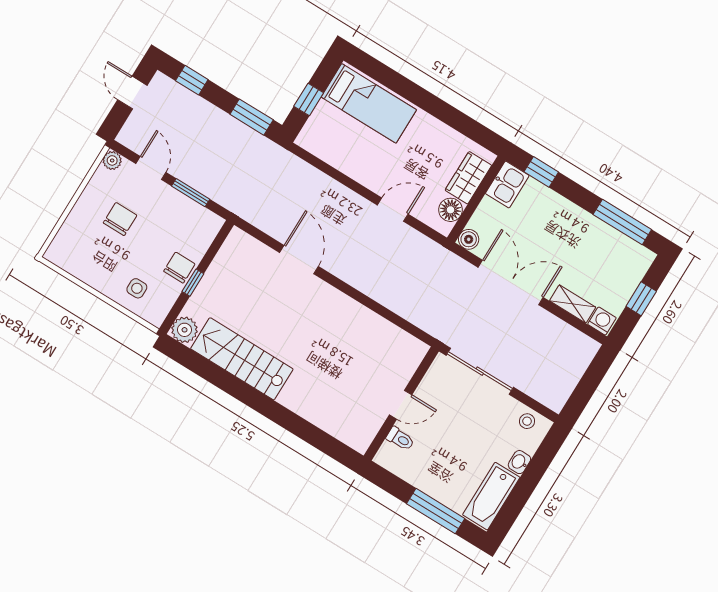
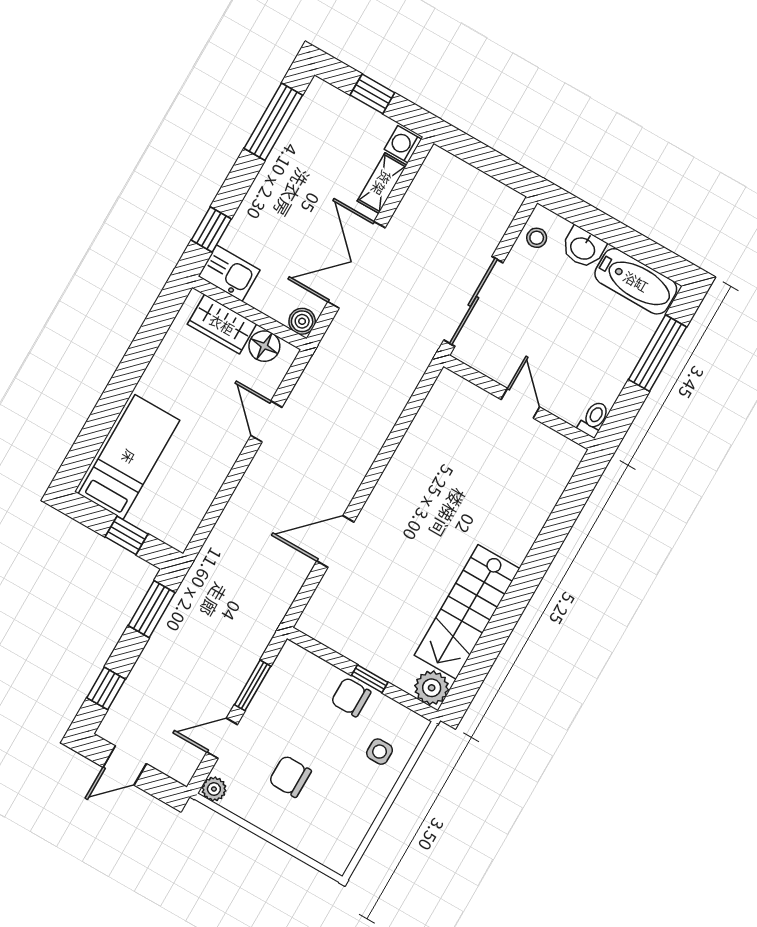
toilet: (400, 439) -> (594, 419), moved
washbasin: (519, 462) -> (583, 248), width x1.38, depth x1.45

